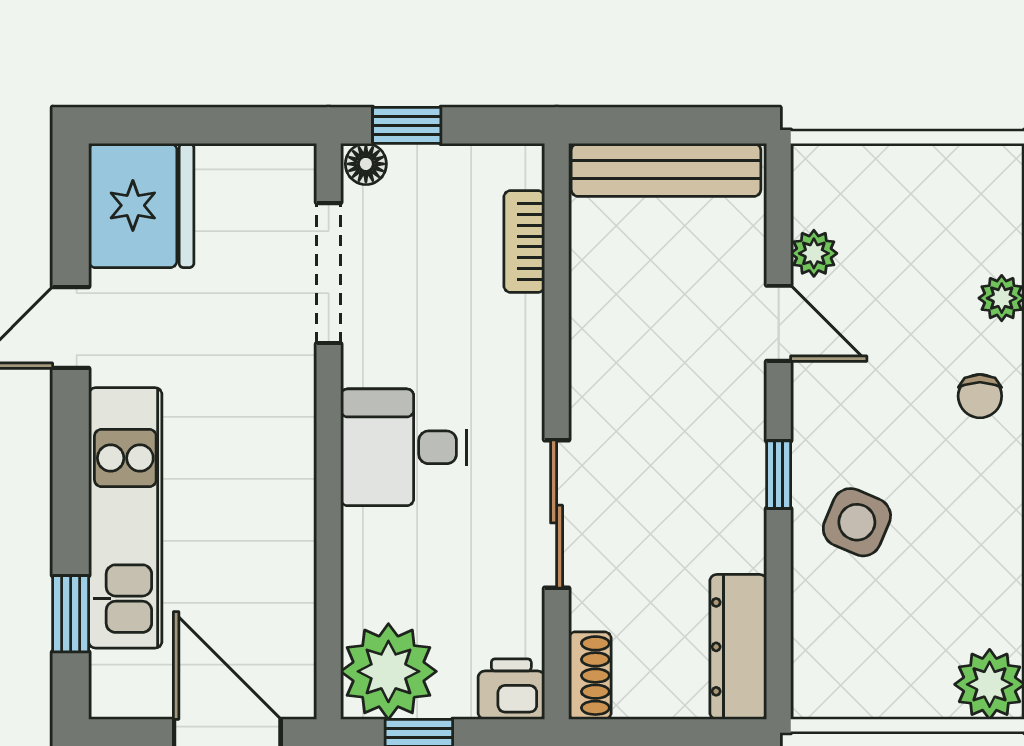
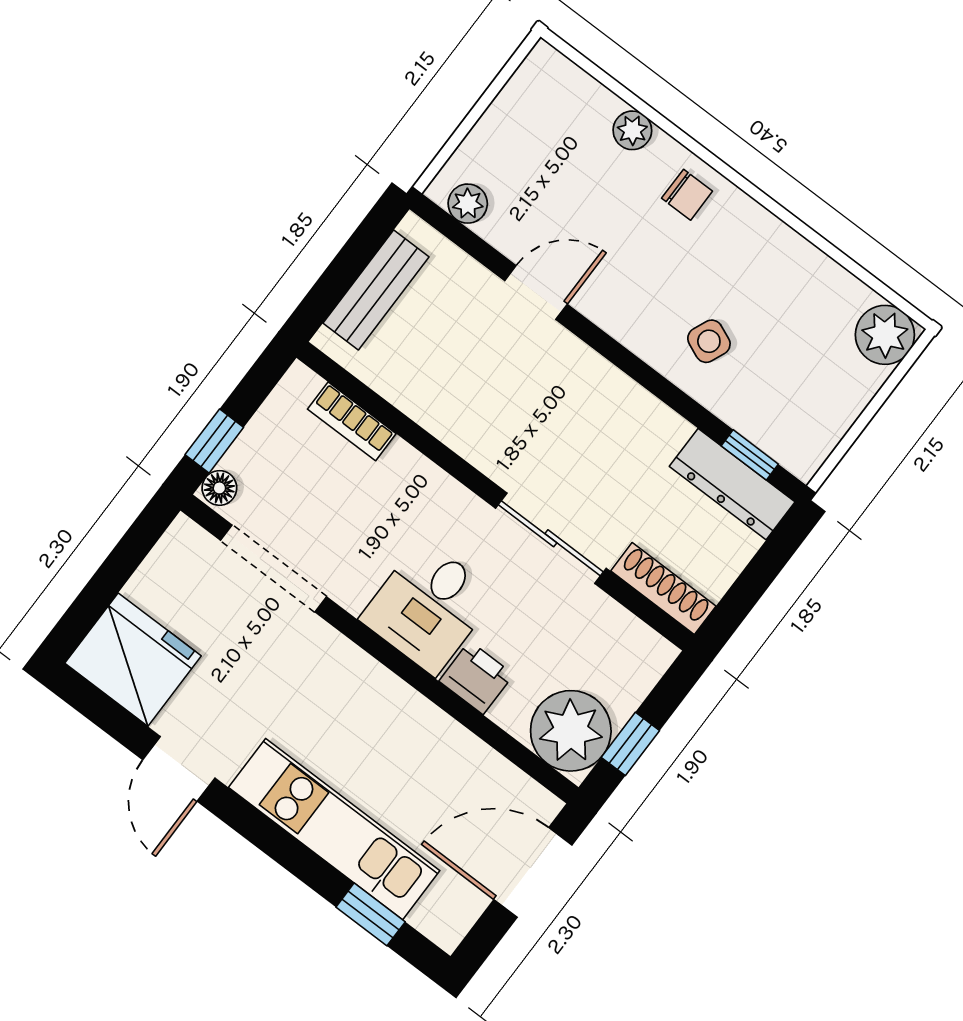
bench: (666, 170) -> (376, 290), width x0.73
plant: (814, 253) -> (468, 204), moved
window: (779, 475) -> (750, 455), moved
side table: (857, 522) -> (709, 341), width x0.73, depth x0.73
shoe rack: (590, 676) -> (663, 589), width x1.43
printer: (511, 689) -> (476, 678), moved, turned 90

